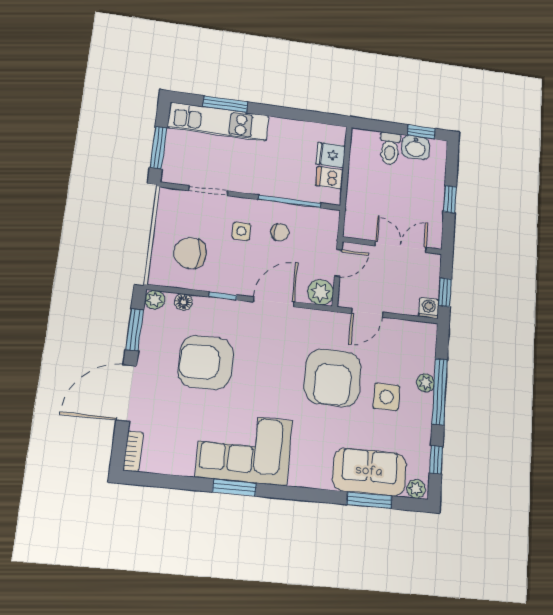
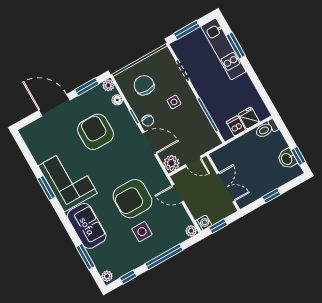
toilet: (390, 148) -> (267, 129), moved
chair: (280, 232) -> (148, 121), moved
plant: (426, 383) -> (191, 231), moved
bookcase: (133, 451) -> (30, 129), removed
sofa: (369, 472) -> (87, 226), moved

